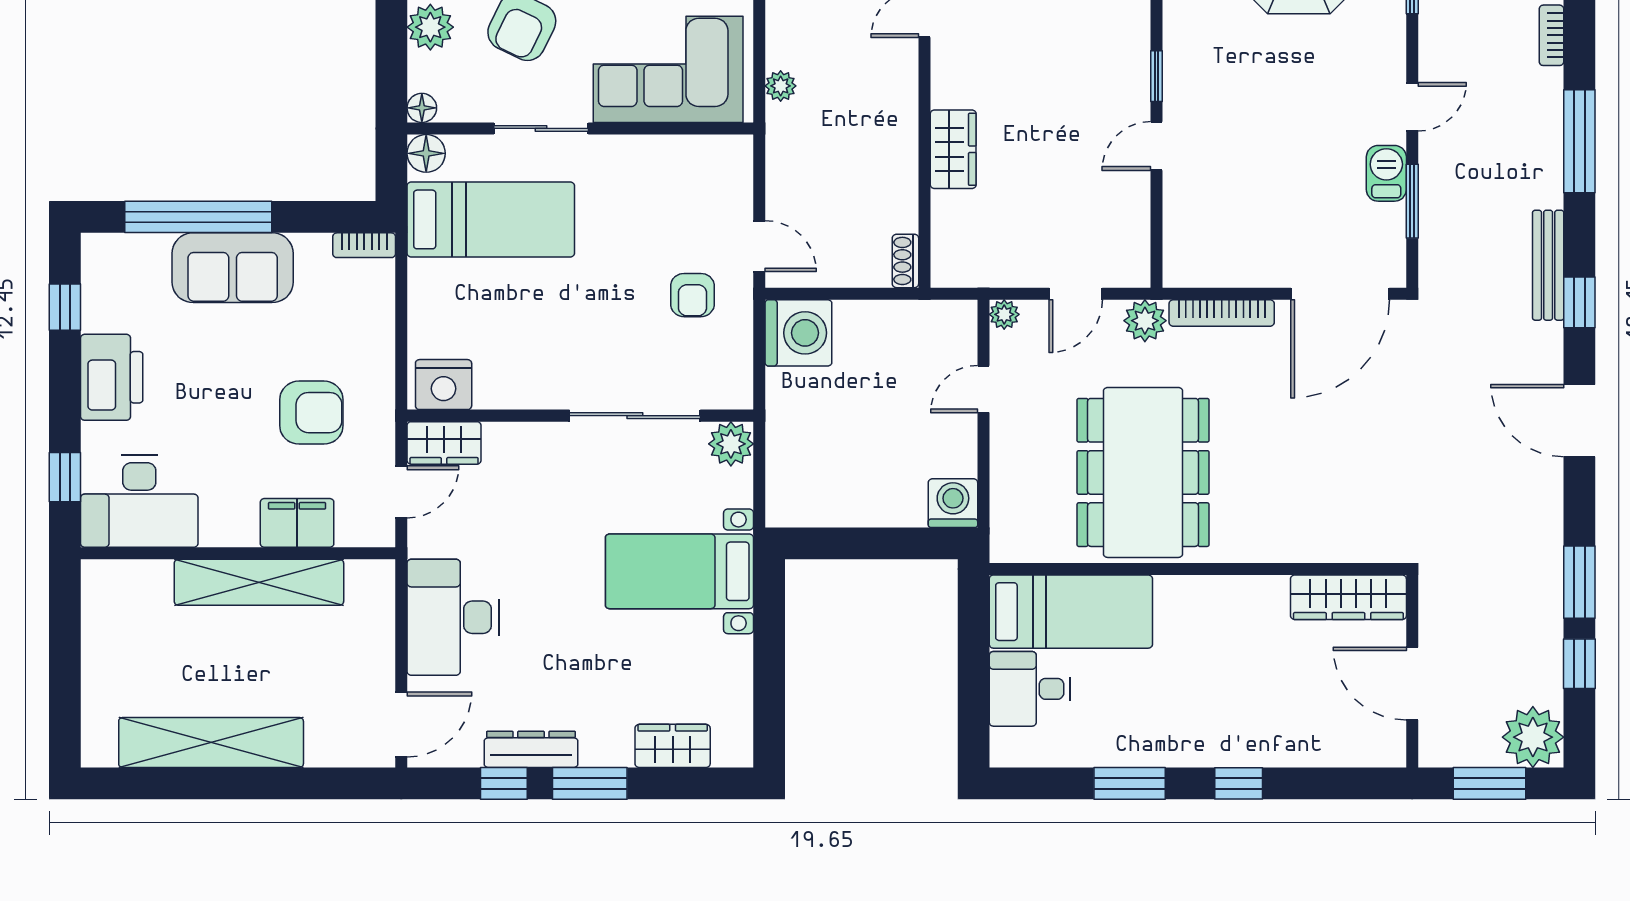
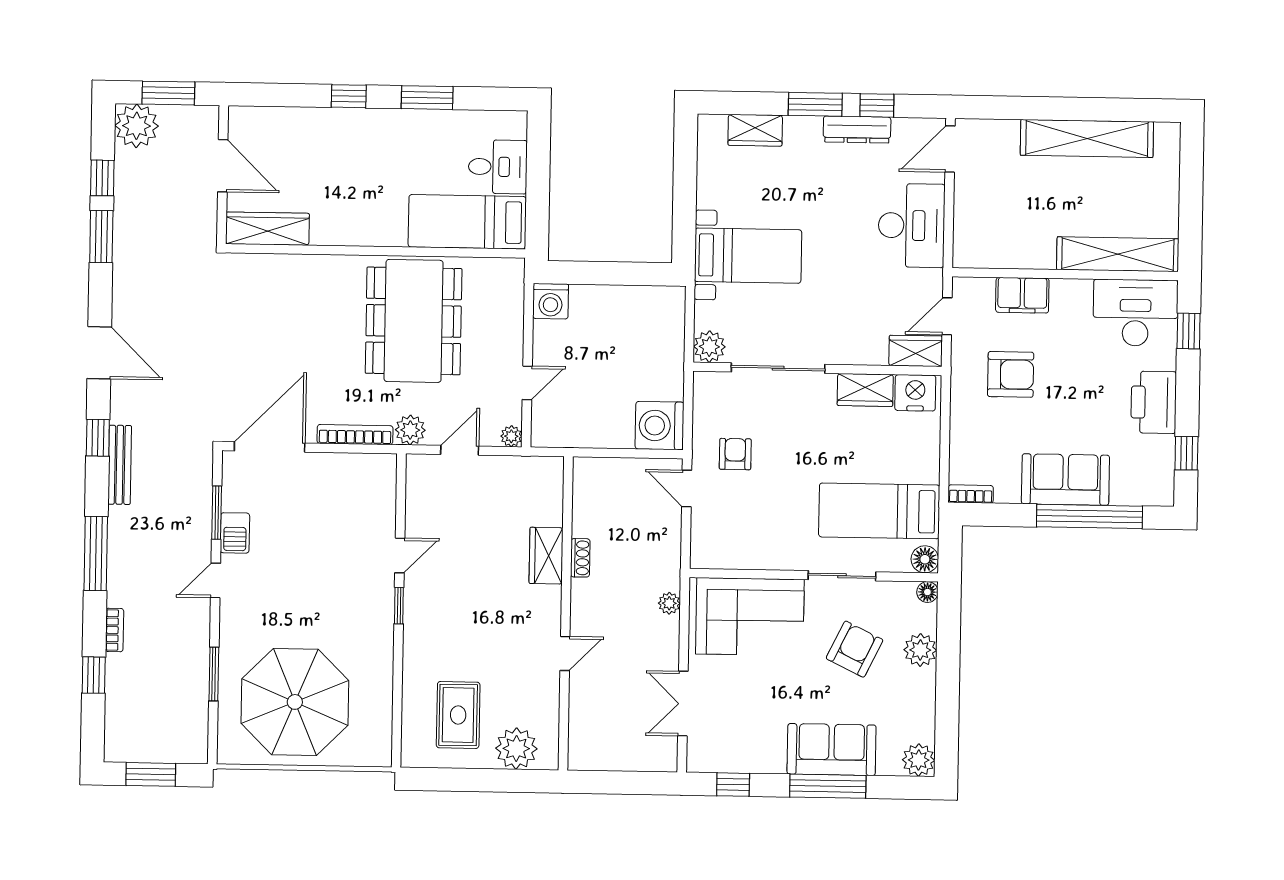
shoe rack: (905, 261) -> (580, 558), moved
wardrobe: (513, 387) -> (865, 390), added
armchair: (311, 413) -> (1011, 374), turned 180
shelving: (259, 582) -> (1118, 254), moved

